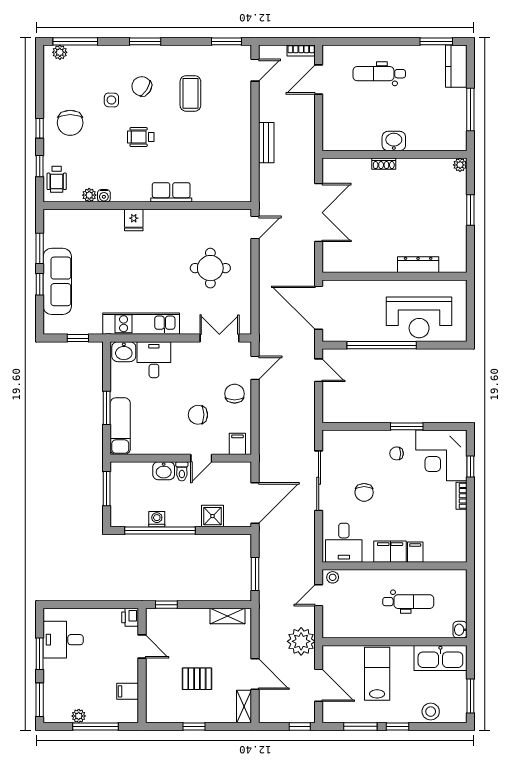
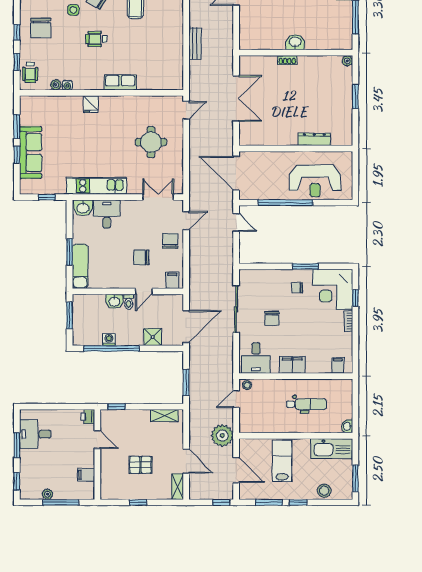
filing cabinet: (415, 552) -> (338, 365), moved
window: (40, 700) -> (17, 481), width x0.67

